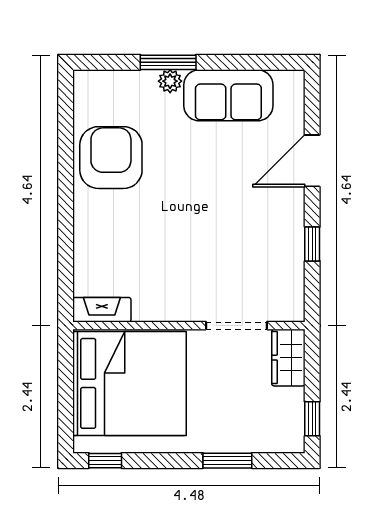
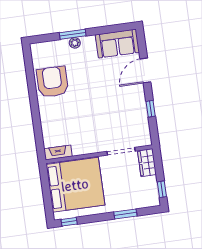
sofa: (228, 95) -> (117, 44), moved

